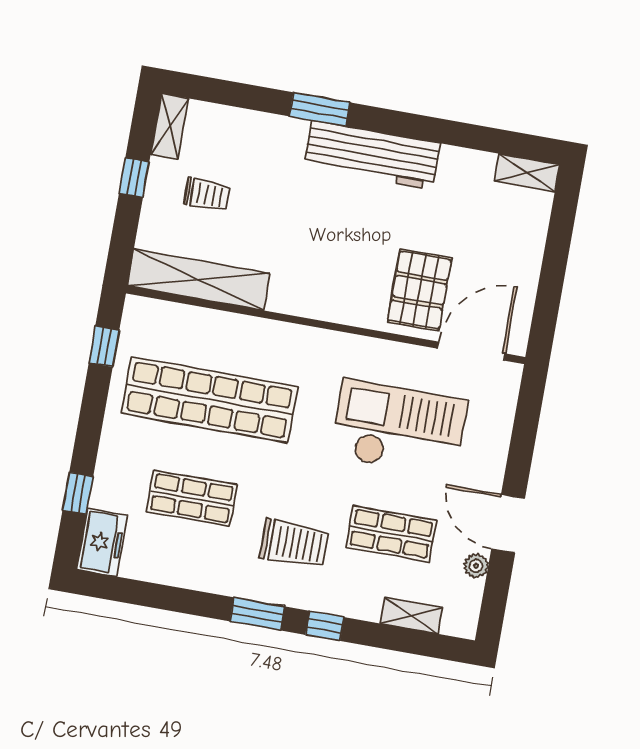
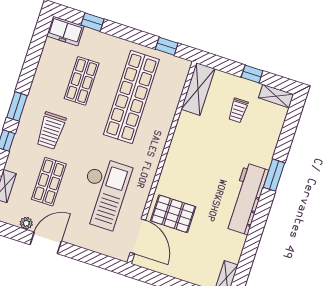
shelving: (198, 280) -> (198, 89), width x0.68

